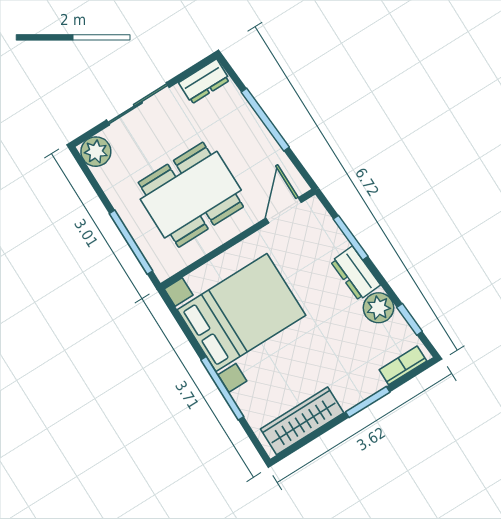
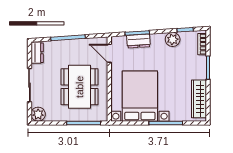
dresser: (355, 273) -> (138, 41), moved

